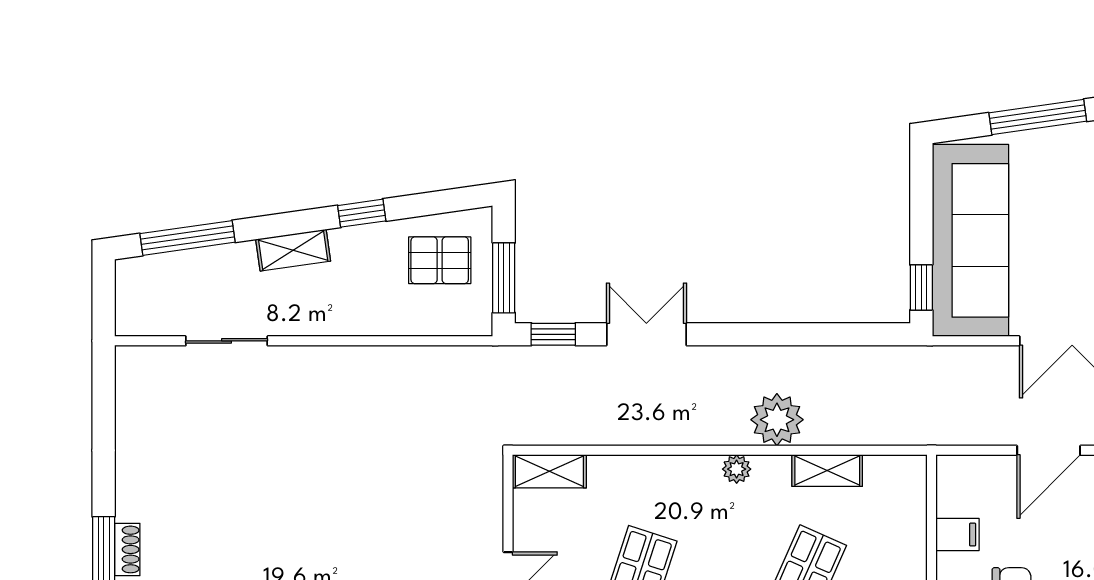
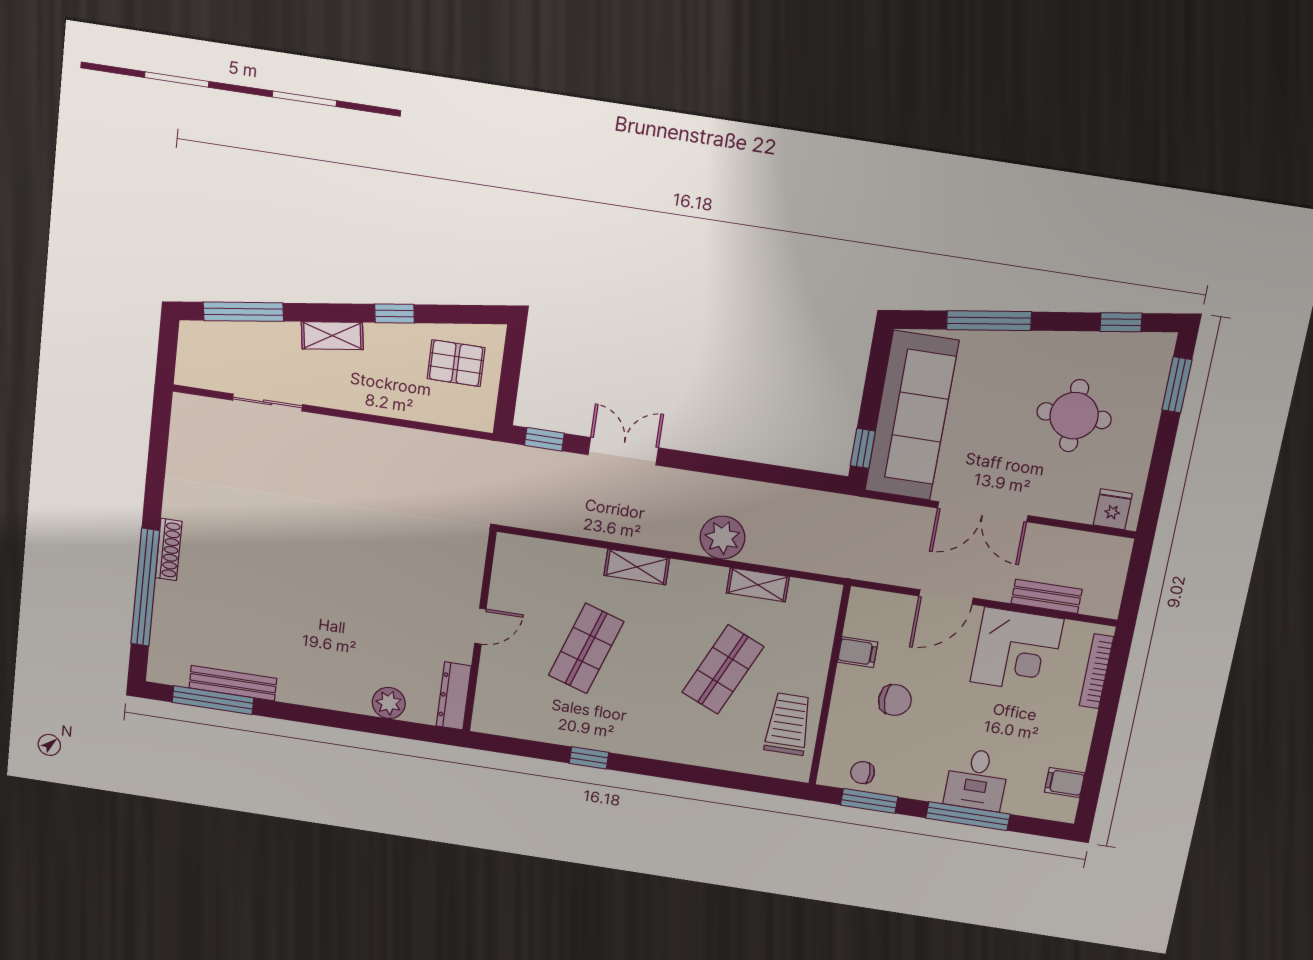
window: (504, 278) -> (509, 386), removed
plant: (737, 469) -> (682, 572), removed
shelving: (549, 471) -> (637, 567), moved
shoe rack: (127, 549) -> (169, 550), width x1.43

